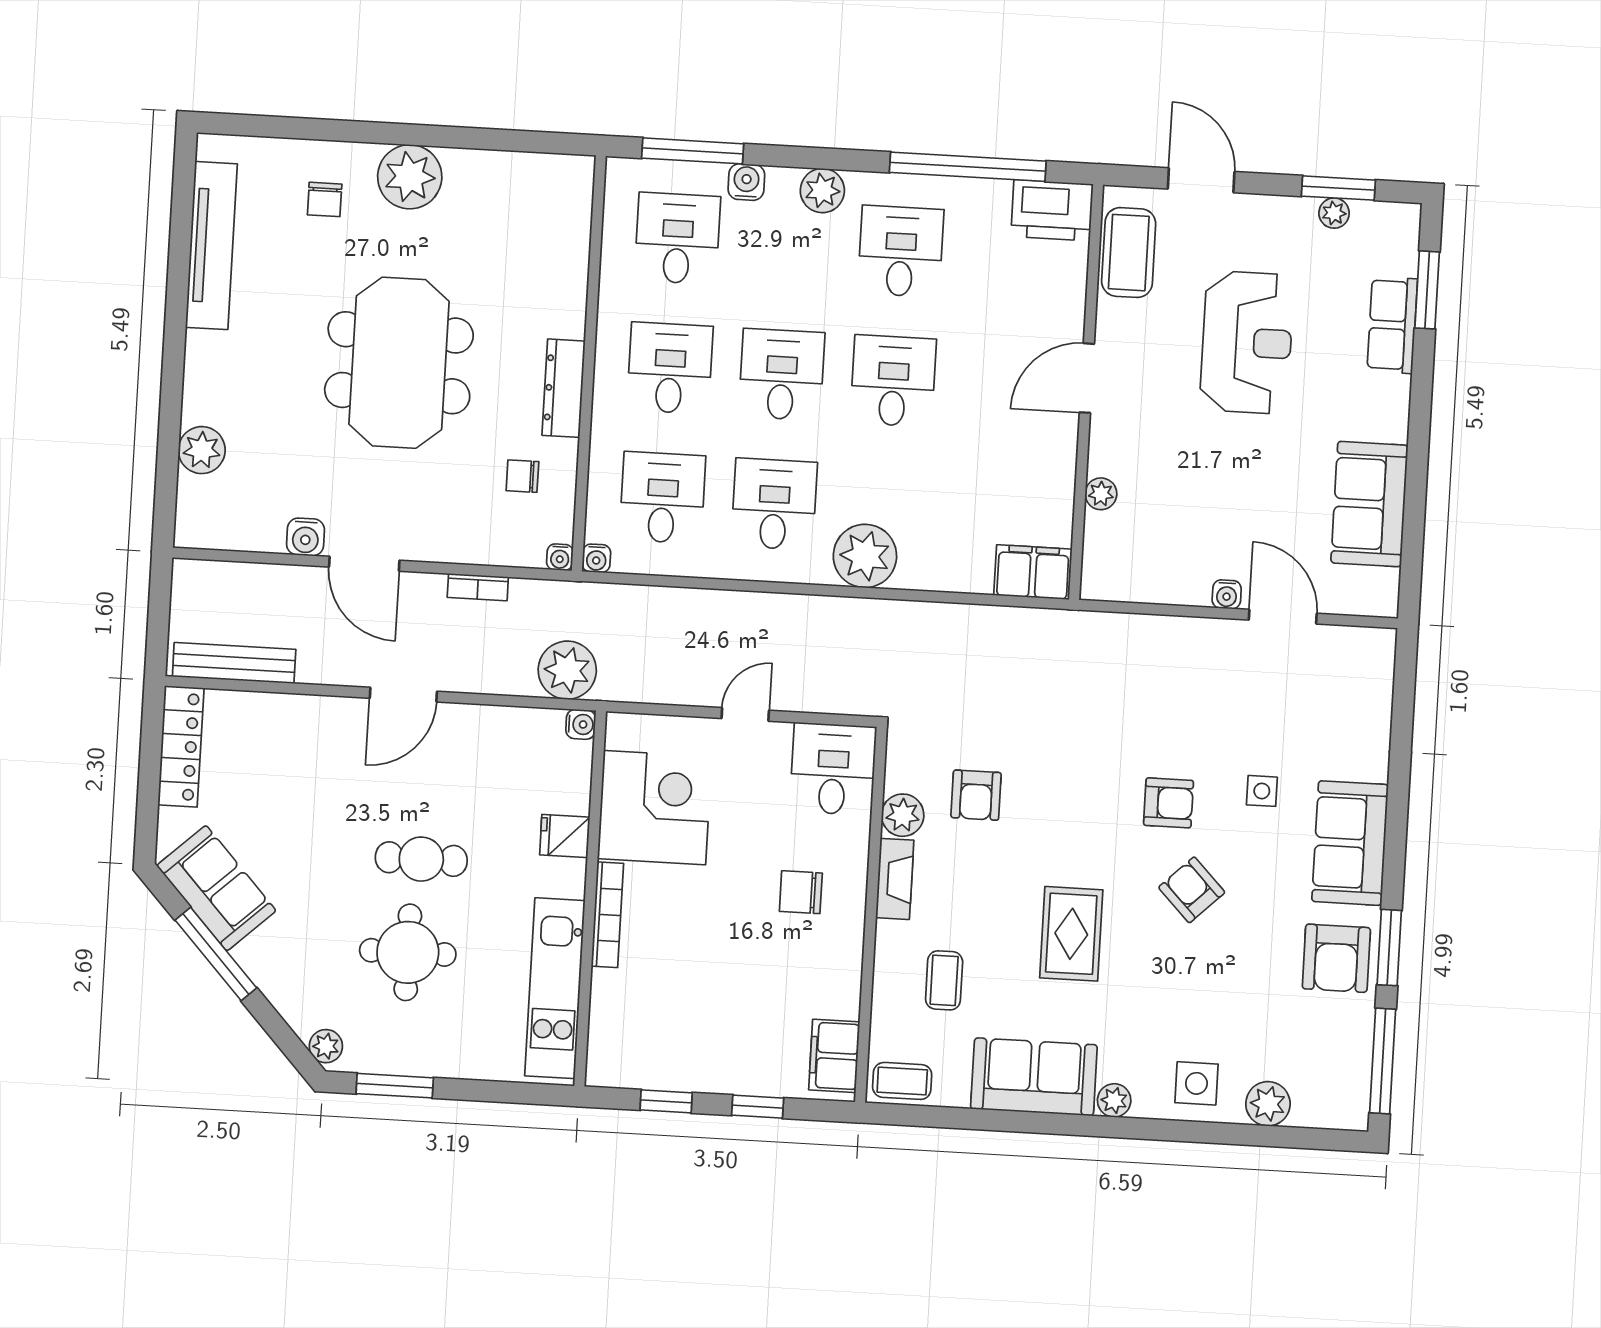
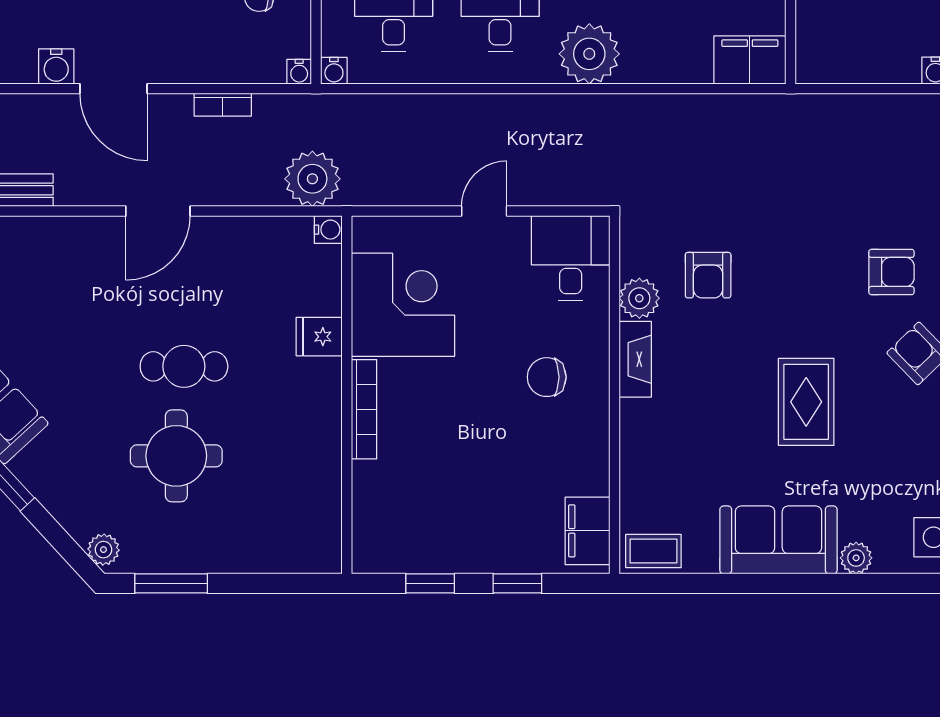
coffee table: (944, 980) -> (688, 453), removed
kitchen unit: (555, 988) -> (318, 482), removed

